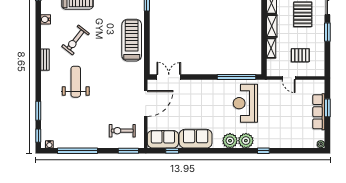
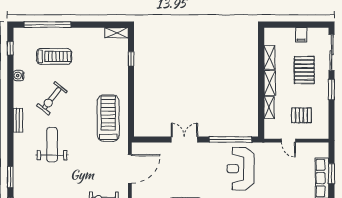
treadmill: (132, 40) -> (108, 118), moved
double door: (169, 77) -> (184, 139), moved

